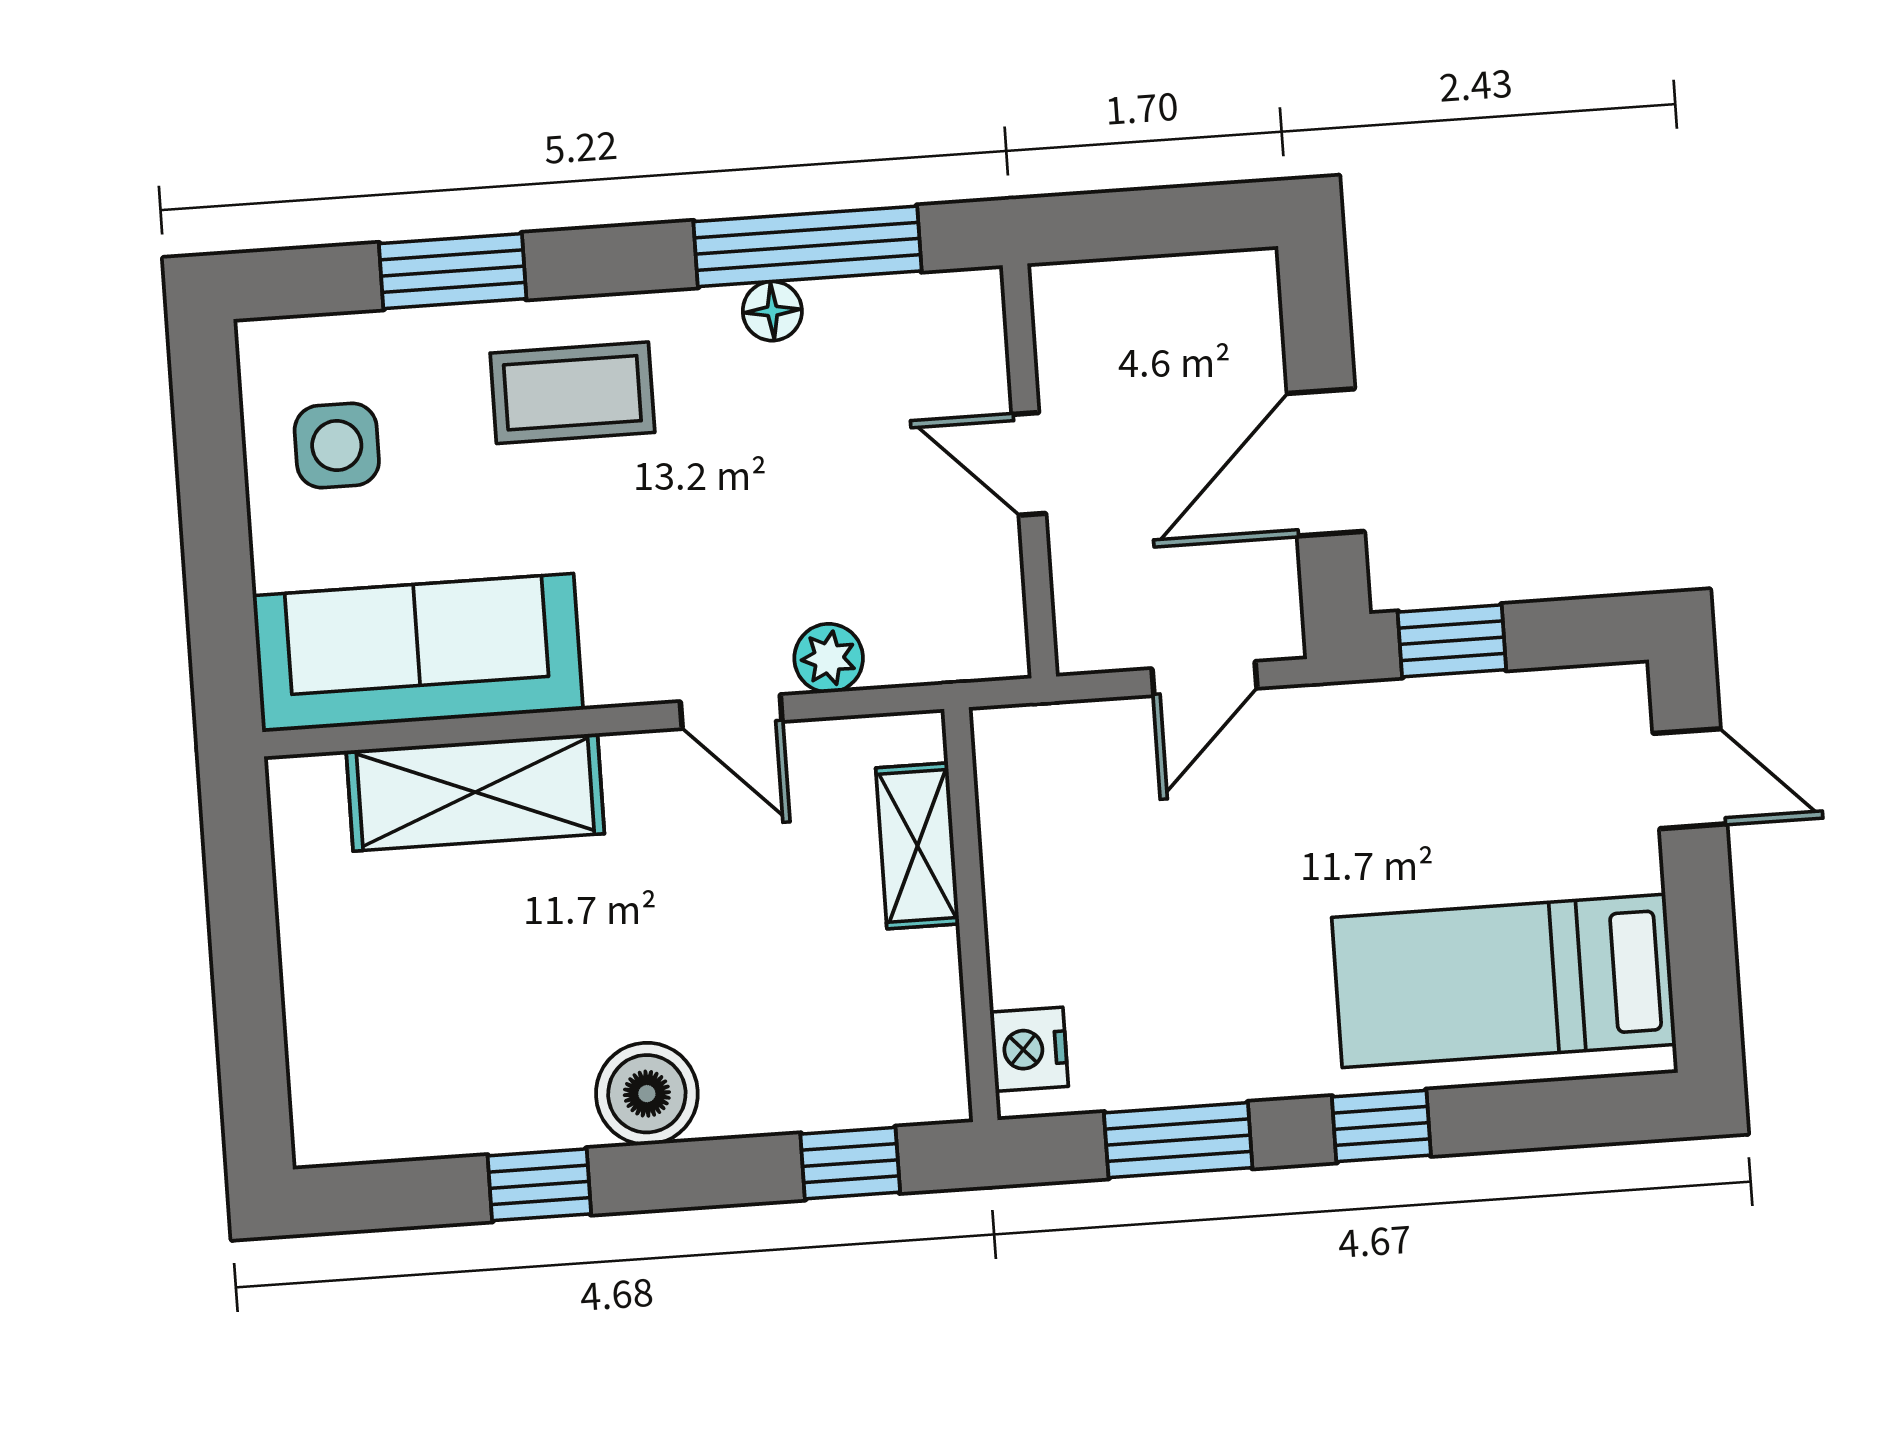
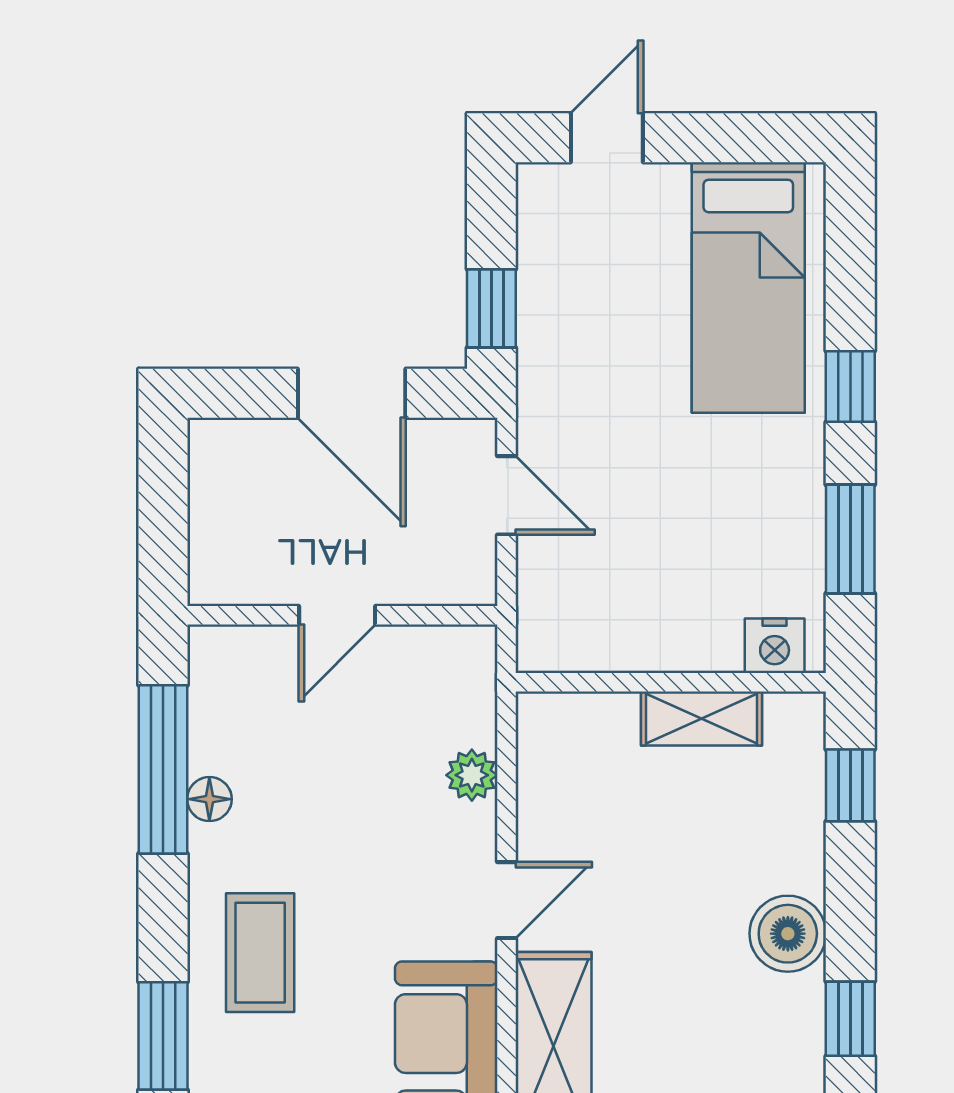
door: (731, 712) -> (507, 900), moved
shelving: (917, 846) -> (701, 719), moved

